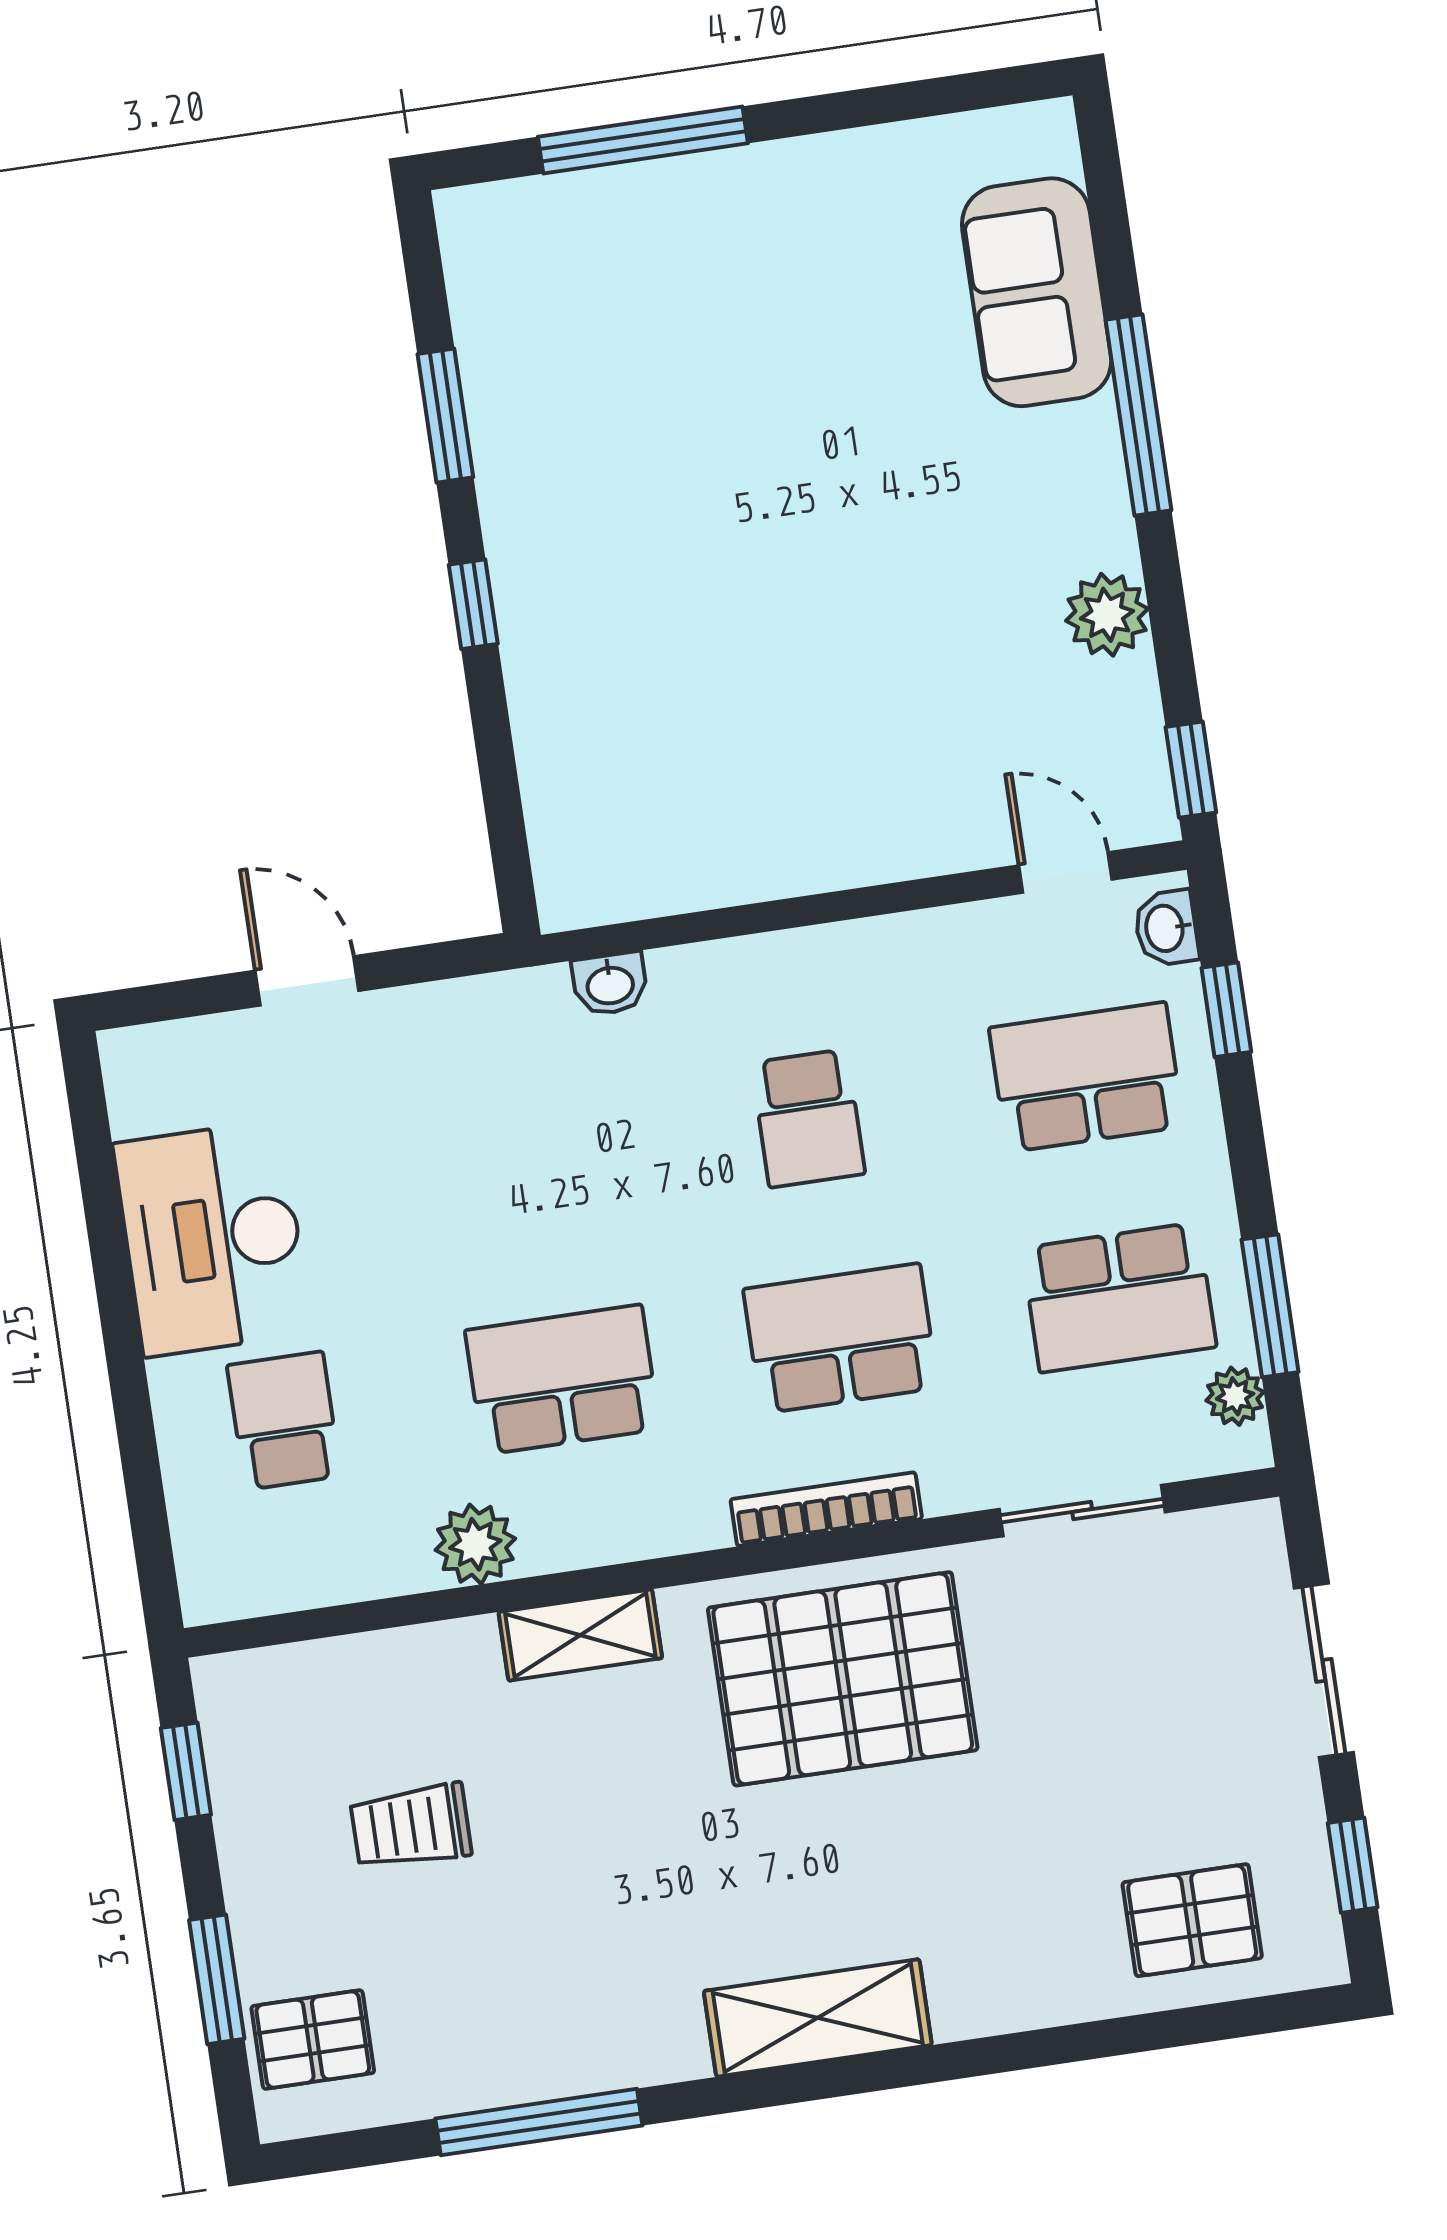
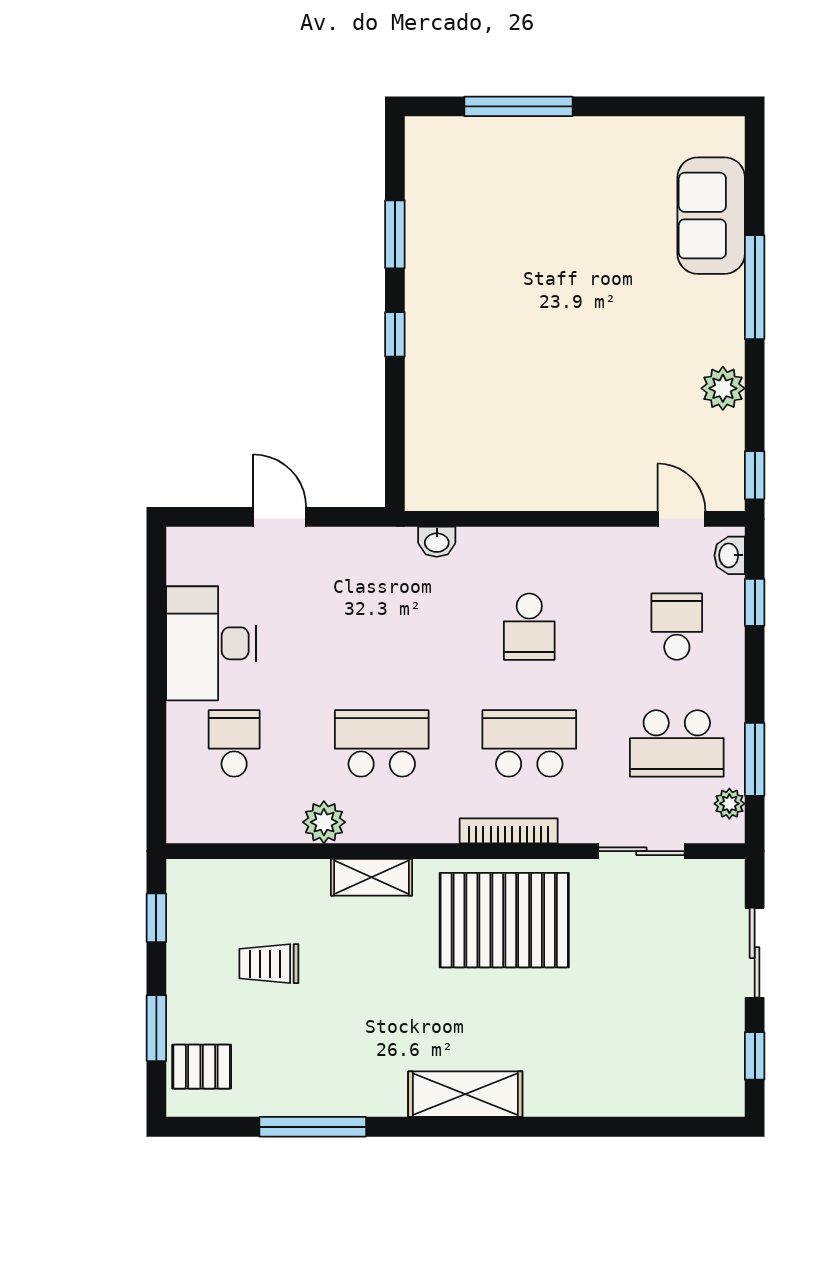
school desk: (1086, 1077) -> (677, 627), width x0.54
pallet: (1192, 1920) -> (667, 1072), removed

